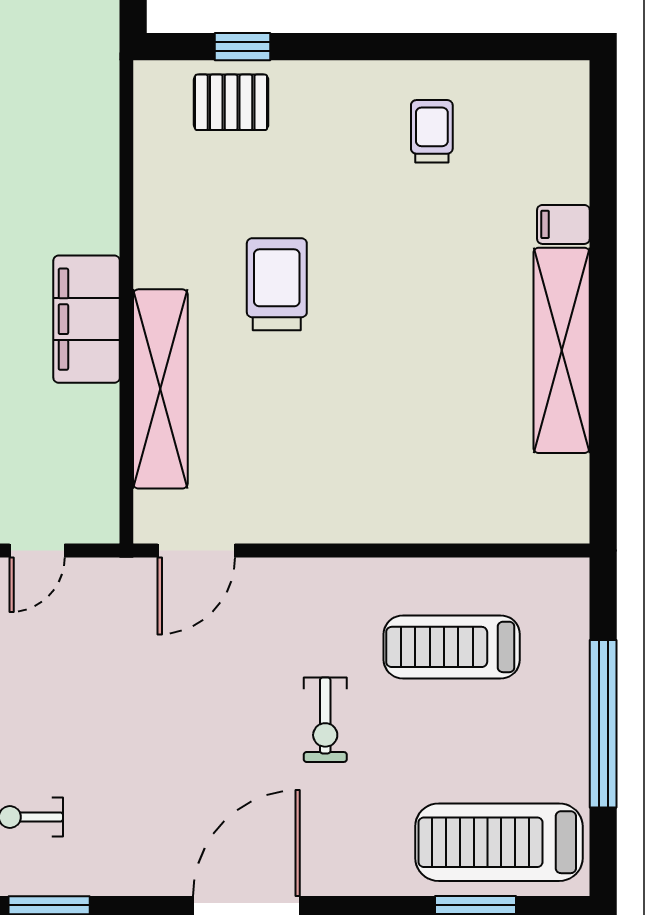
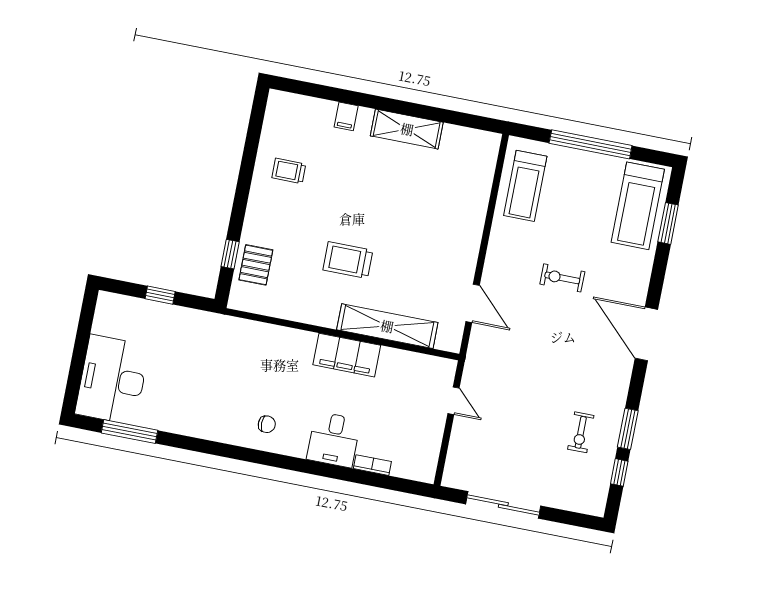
shelving: (562, 350) -> (407, 129), width x0.68
door: (196, 550) -> (473, 303), moved
treadmill: (452, 647) -> (525, 186), moved
exercise bike: (325, 720) -> (562, 278), turned 180

